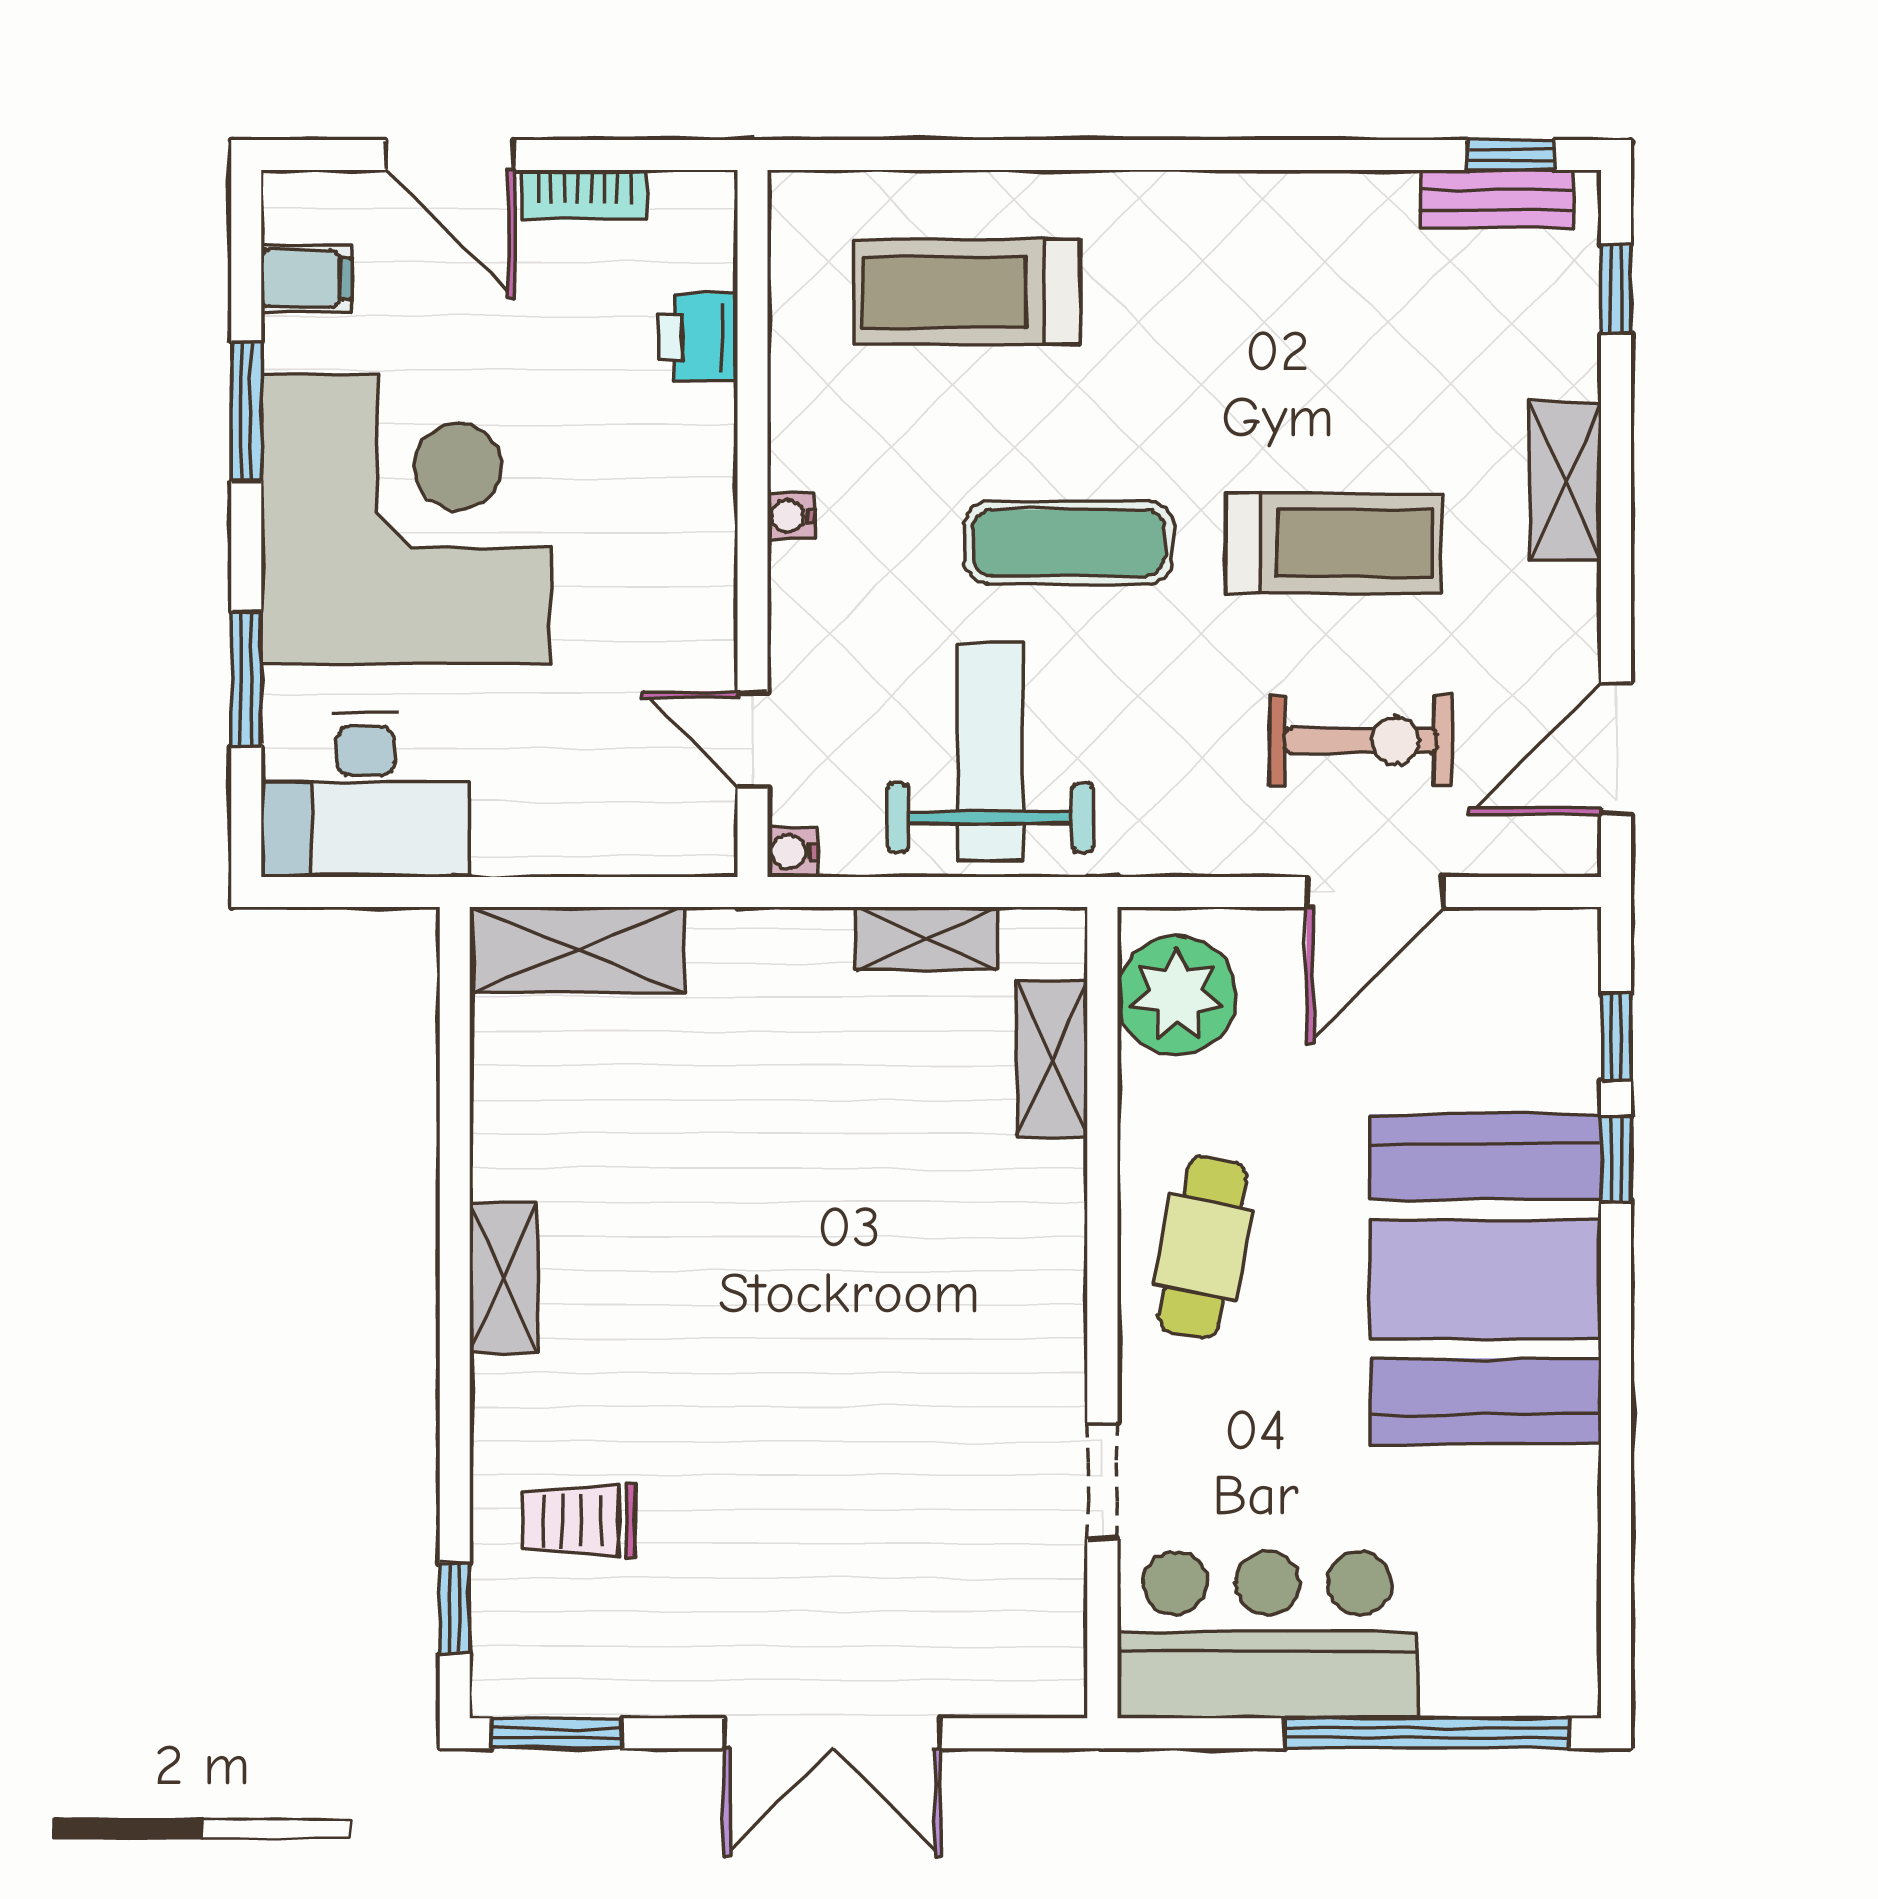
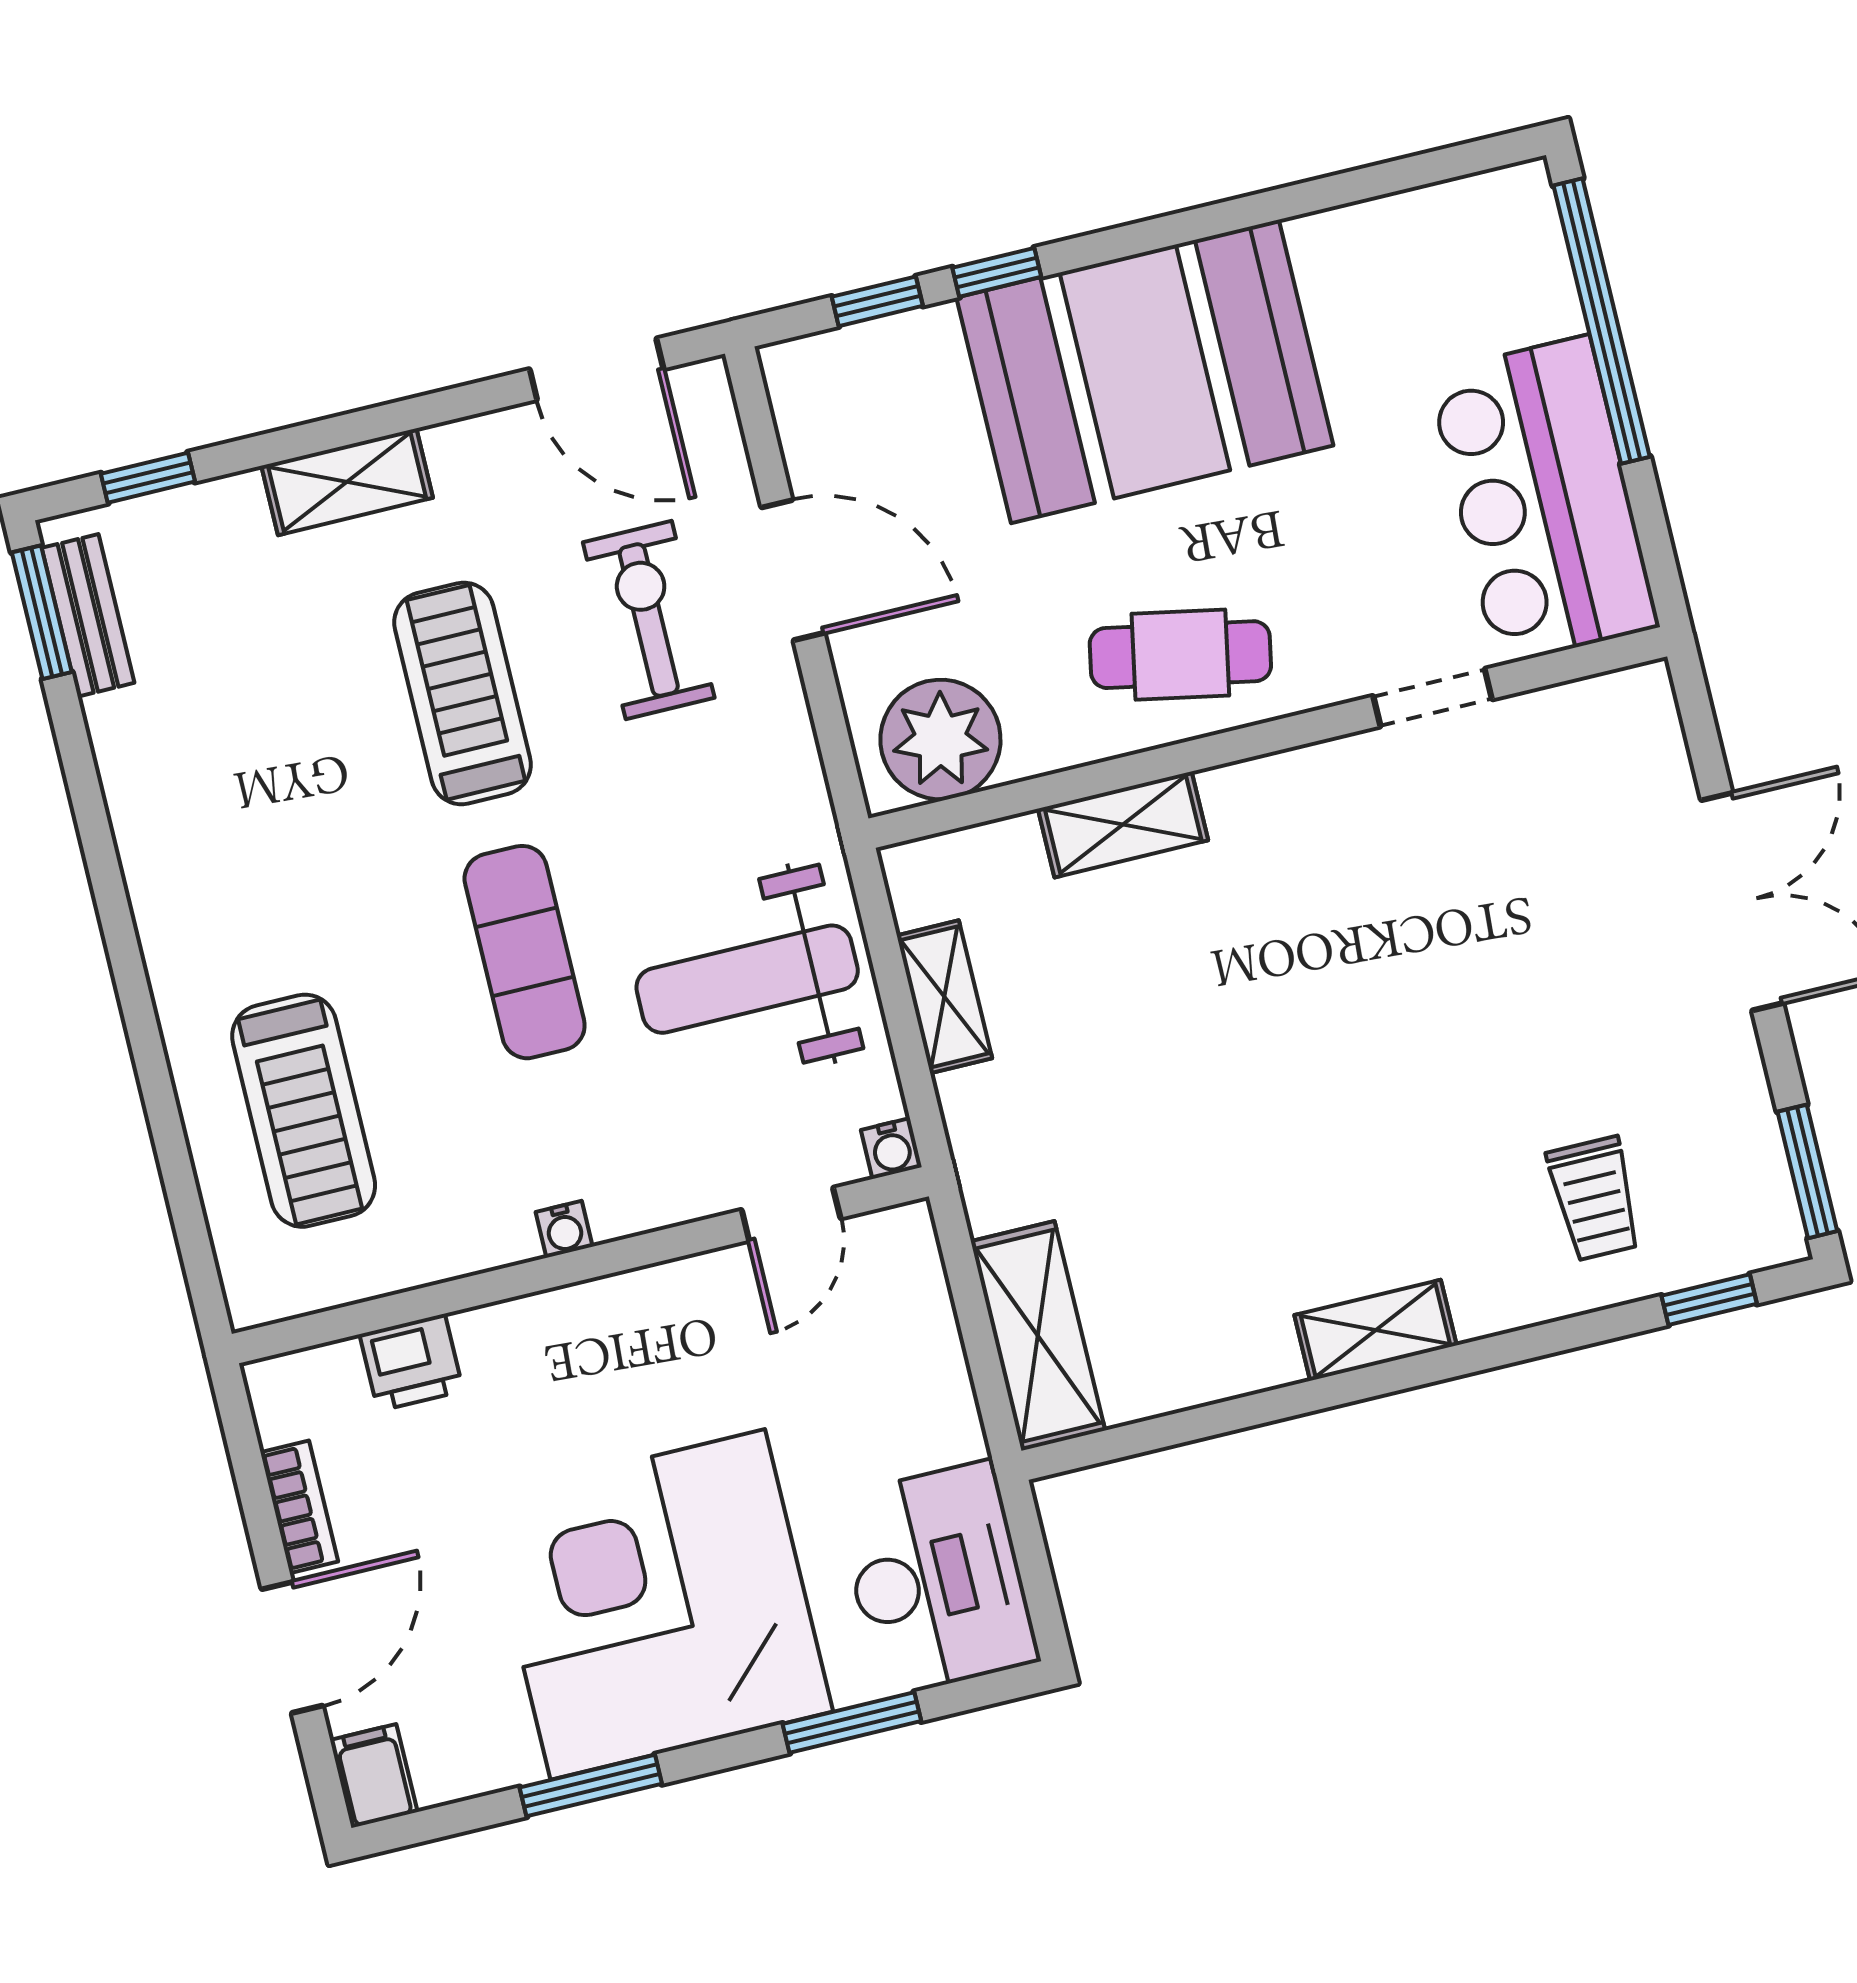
window: (1511, 155) -> (42, 612), width x1.50
filing cabinet: (306, 279) -> (374, 1776), moved
shelving: (1052, 1059) -> (1123, 824), moved

